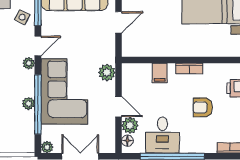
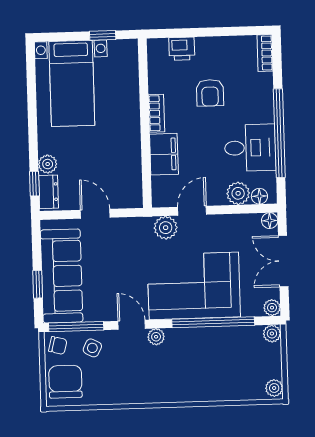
filing cabinet: (160, 73) -> (164, 154), width x2.00
plant: (28, 104) -> (272, 334), moved
door: (118, 107) -> (192, 211), moved
floor lamp: (110, 147) -> (270, 221), added

